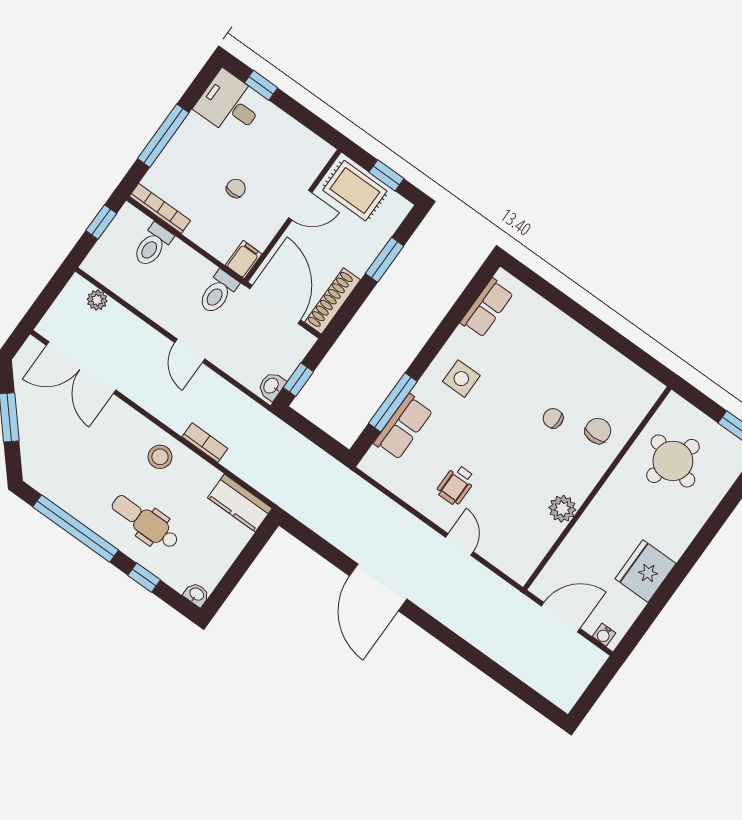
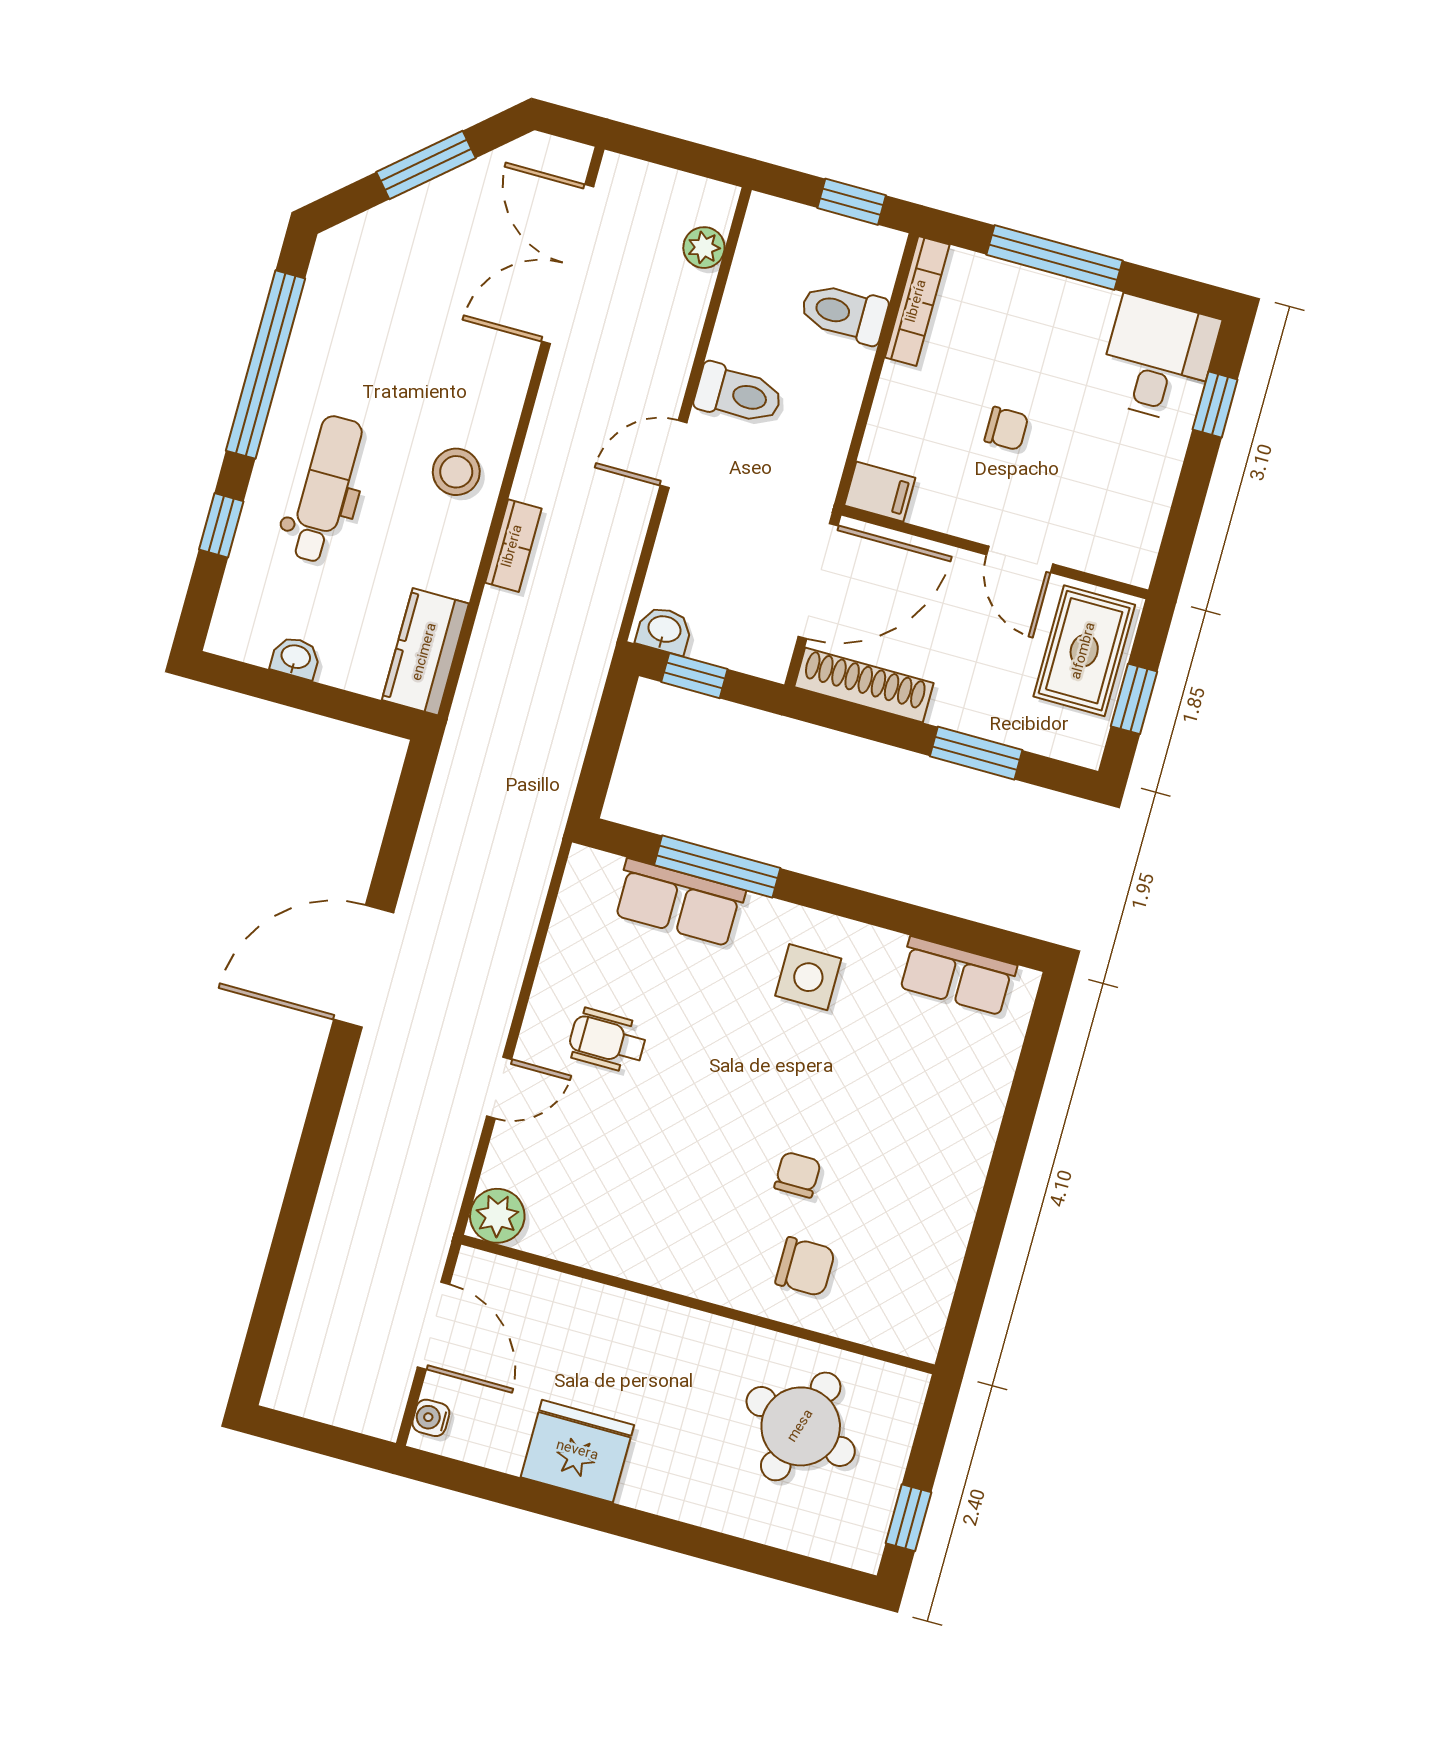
toilet: (218, 292) -> (738, 394), moved, turned 180
plant: (562, 509) -> (497, 1216), moved
washbasin: (197, 594) -> (295, 658), moved, turned -90

